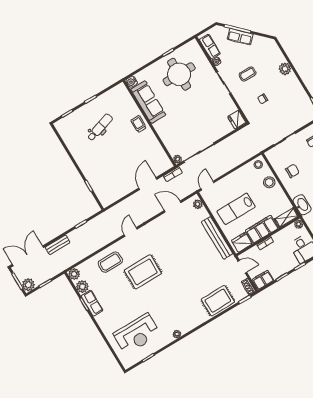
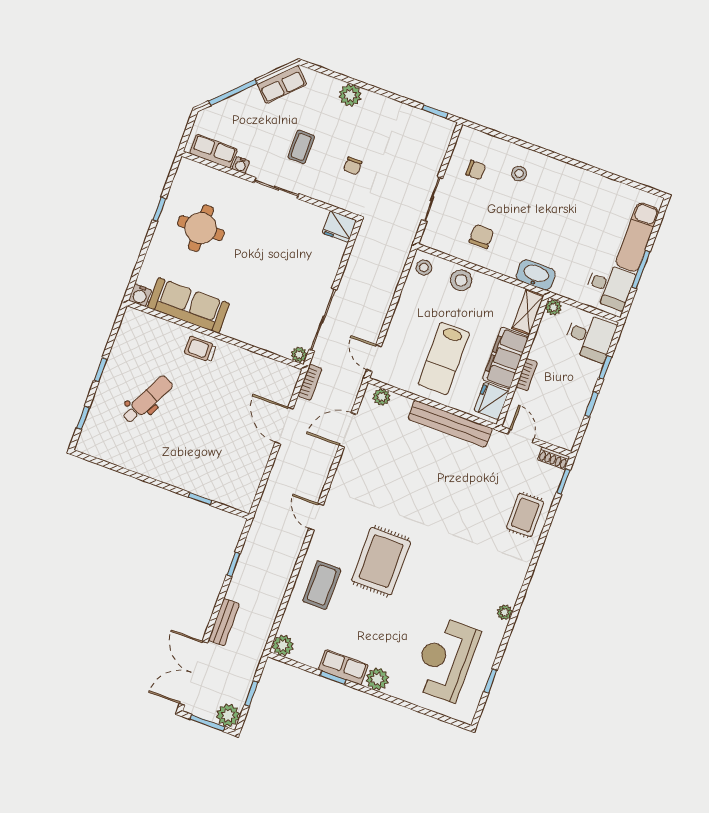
row of seats: (240, 37) -> (282, 84), moved
round table: (179, 74) -> (201, 228), width x0.73, depth x0.73
dental chair: (100, 127) -> (147, 400), turned 45
door: (242, 267) -> (521, 436), hinge flipped
filing cabinet: (263, 280) -> (567, 431), removed
plant: (82, 287) -> (377, 679), moved
rug: (218, 301) -> (525, 515), width x0.73, depth x0.70
reception desk: (137, 334) -> (446, 659), turned 180

